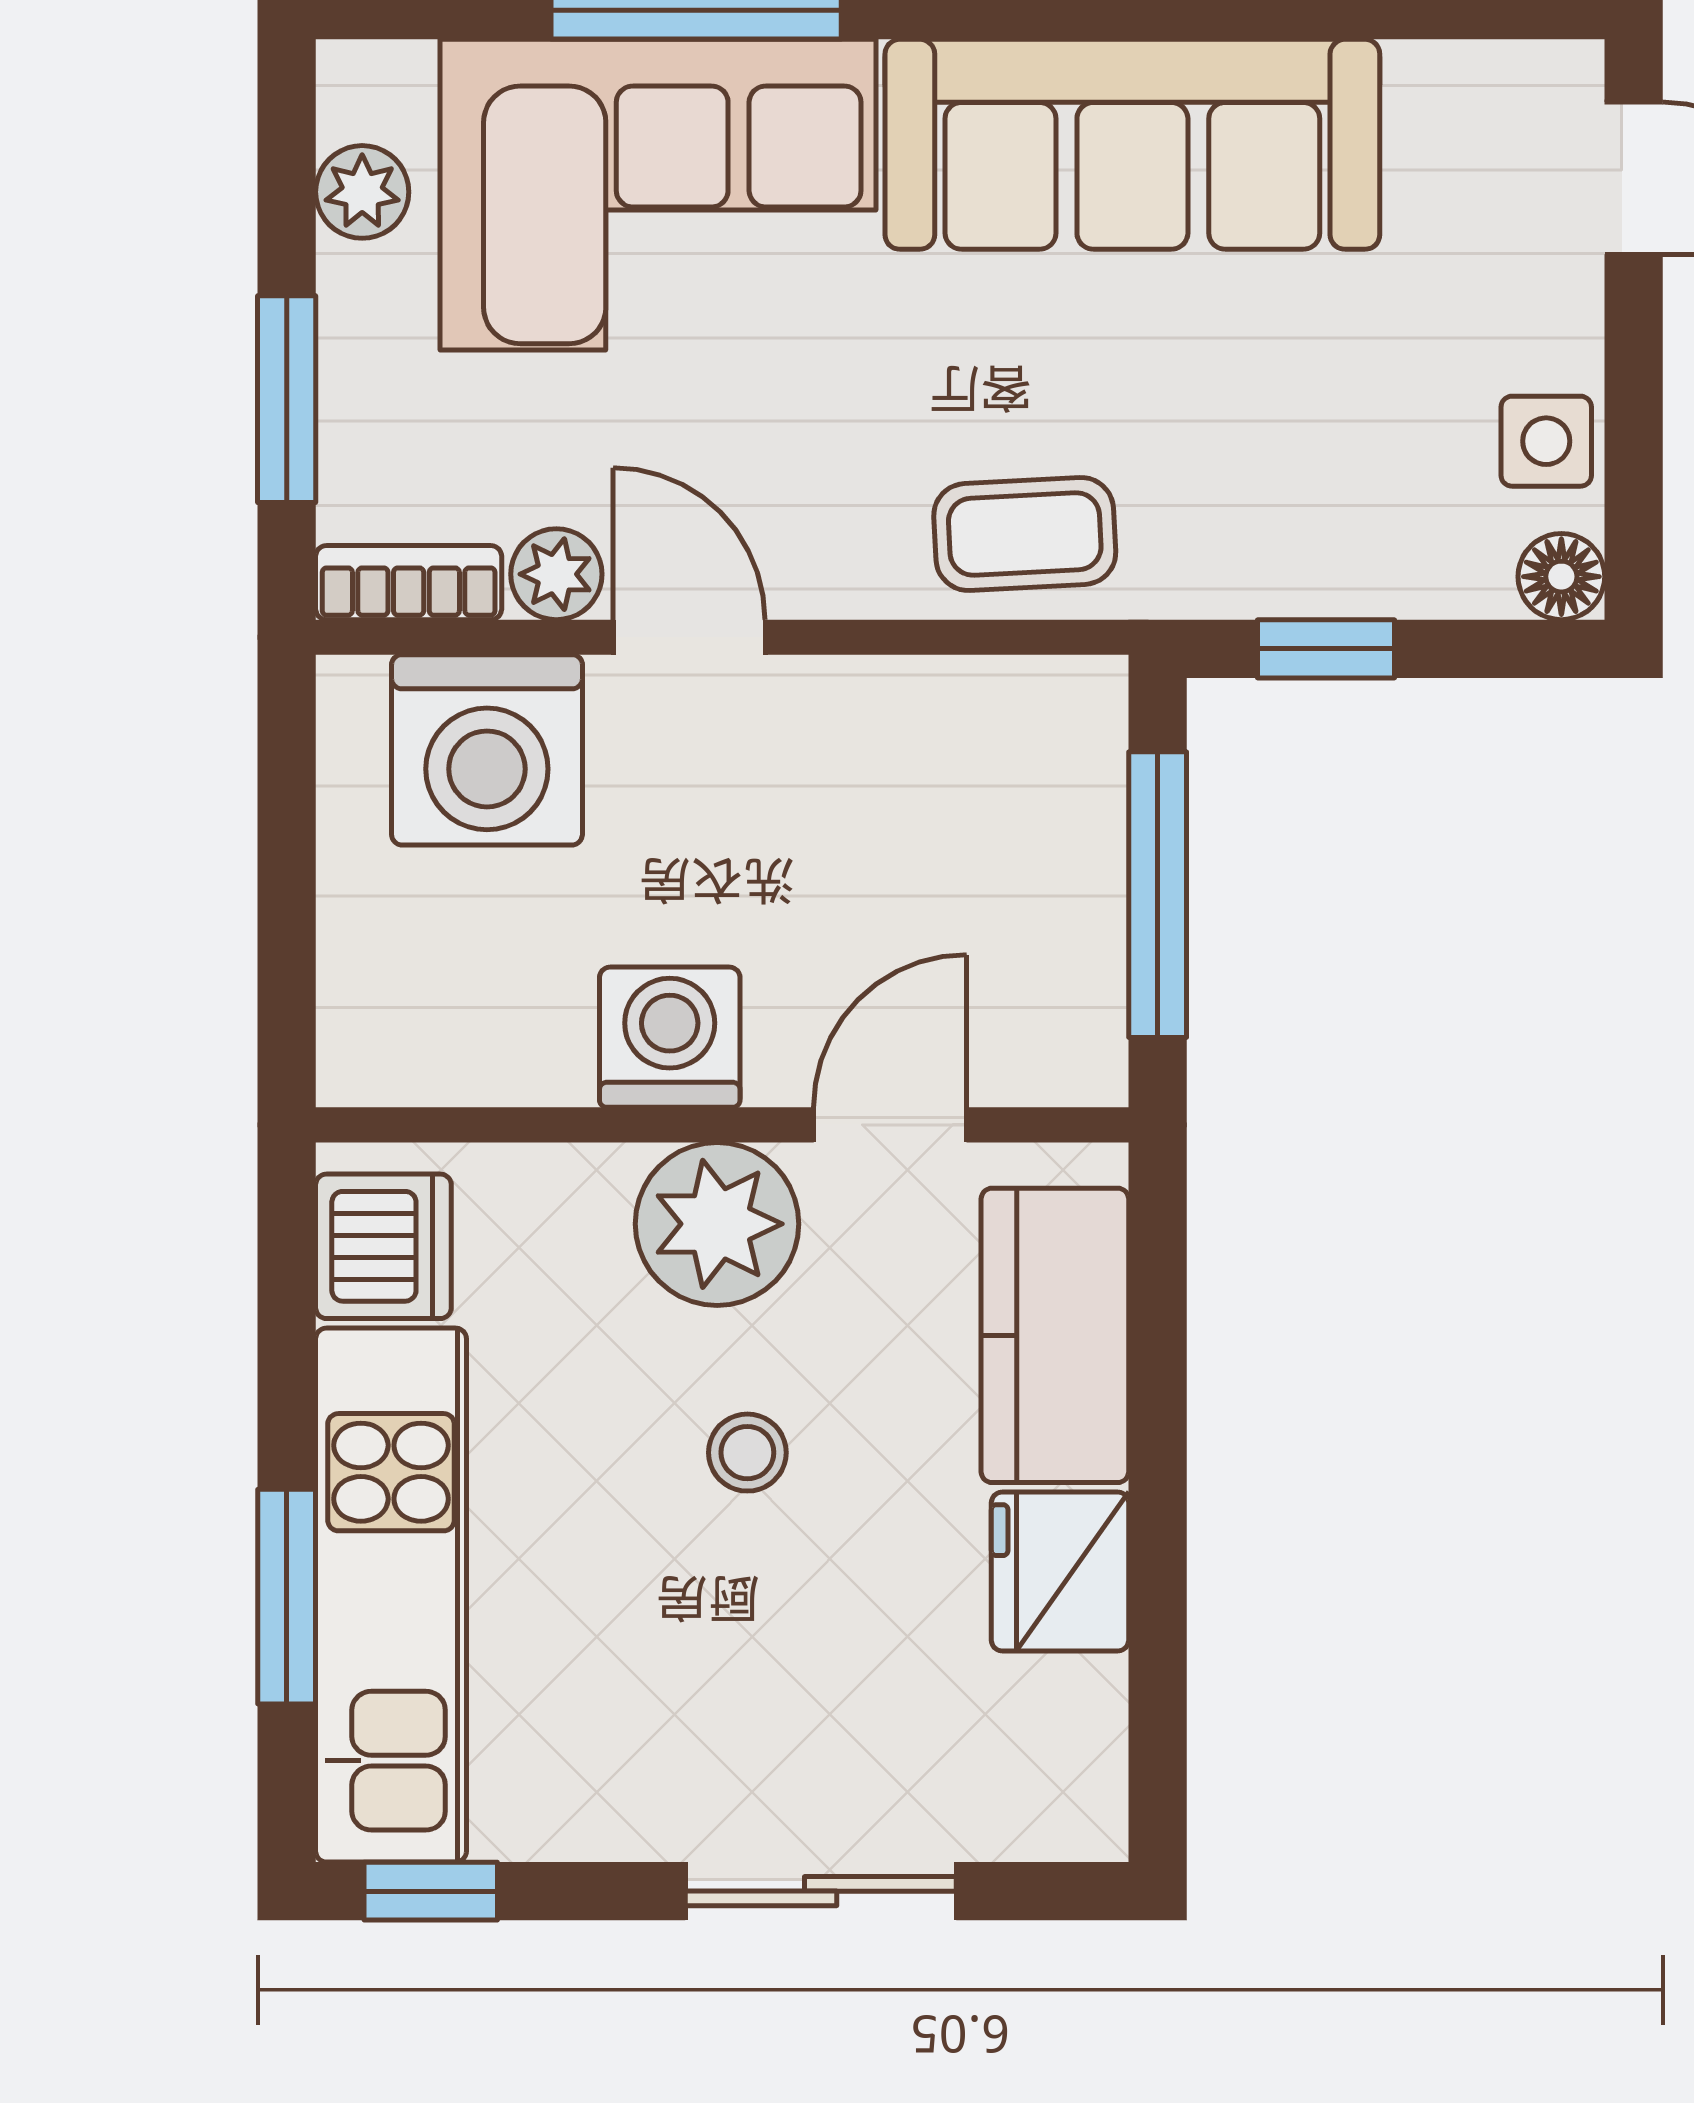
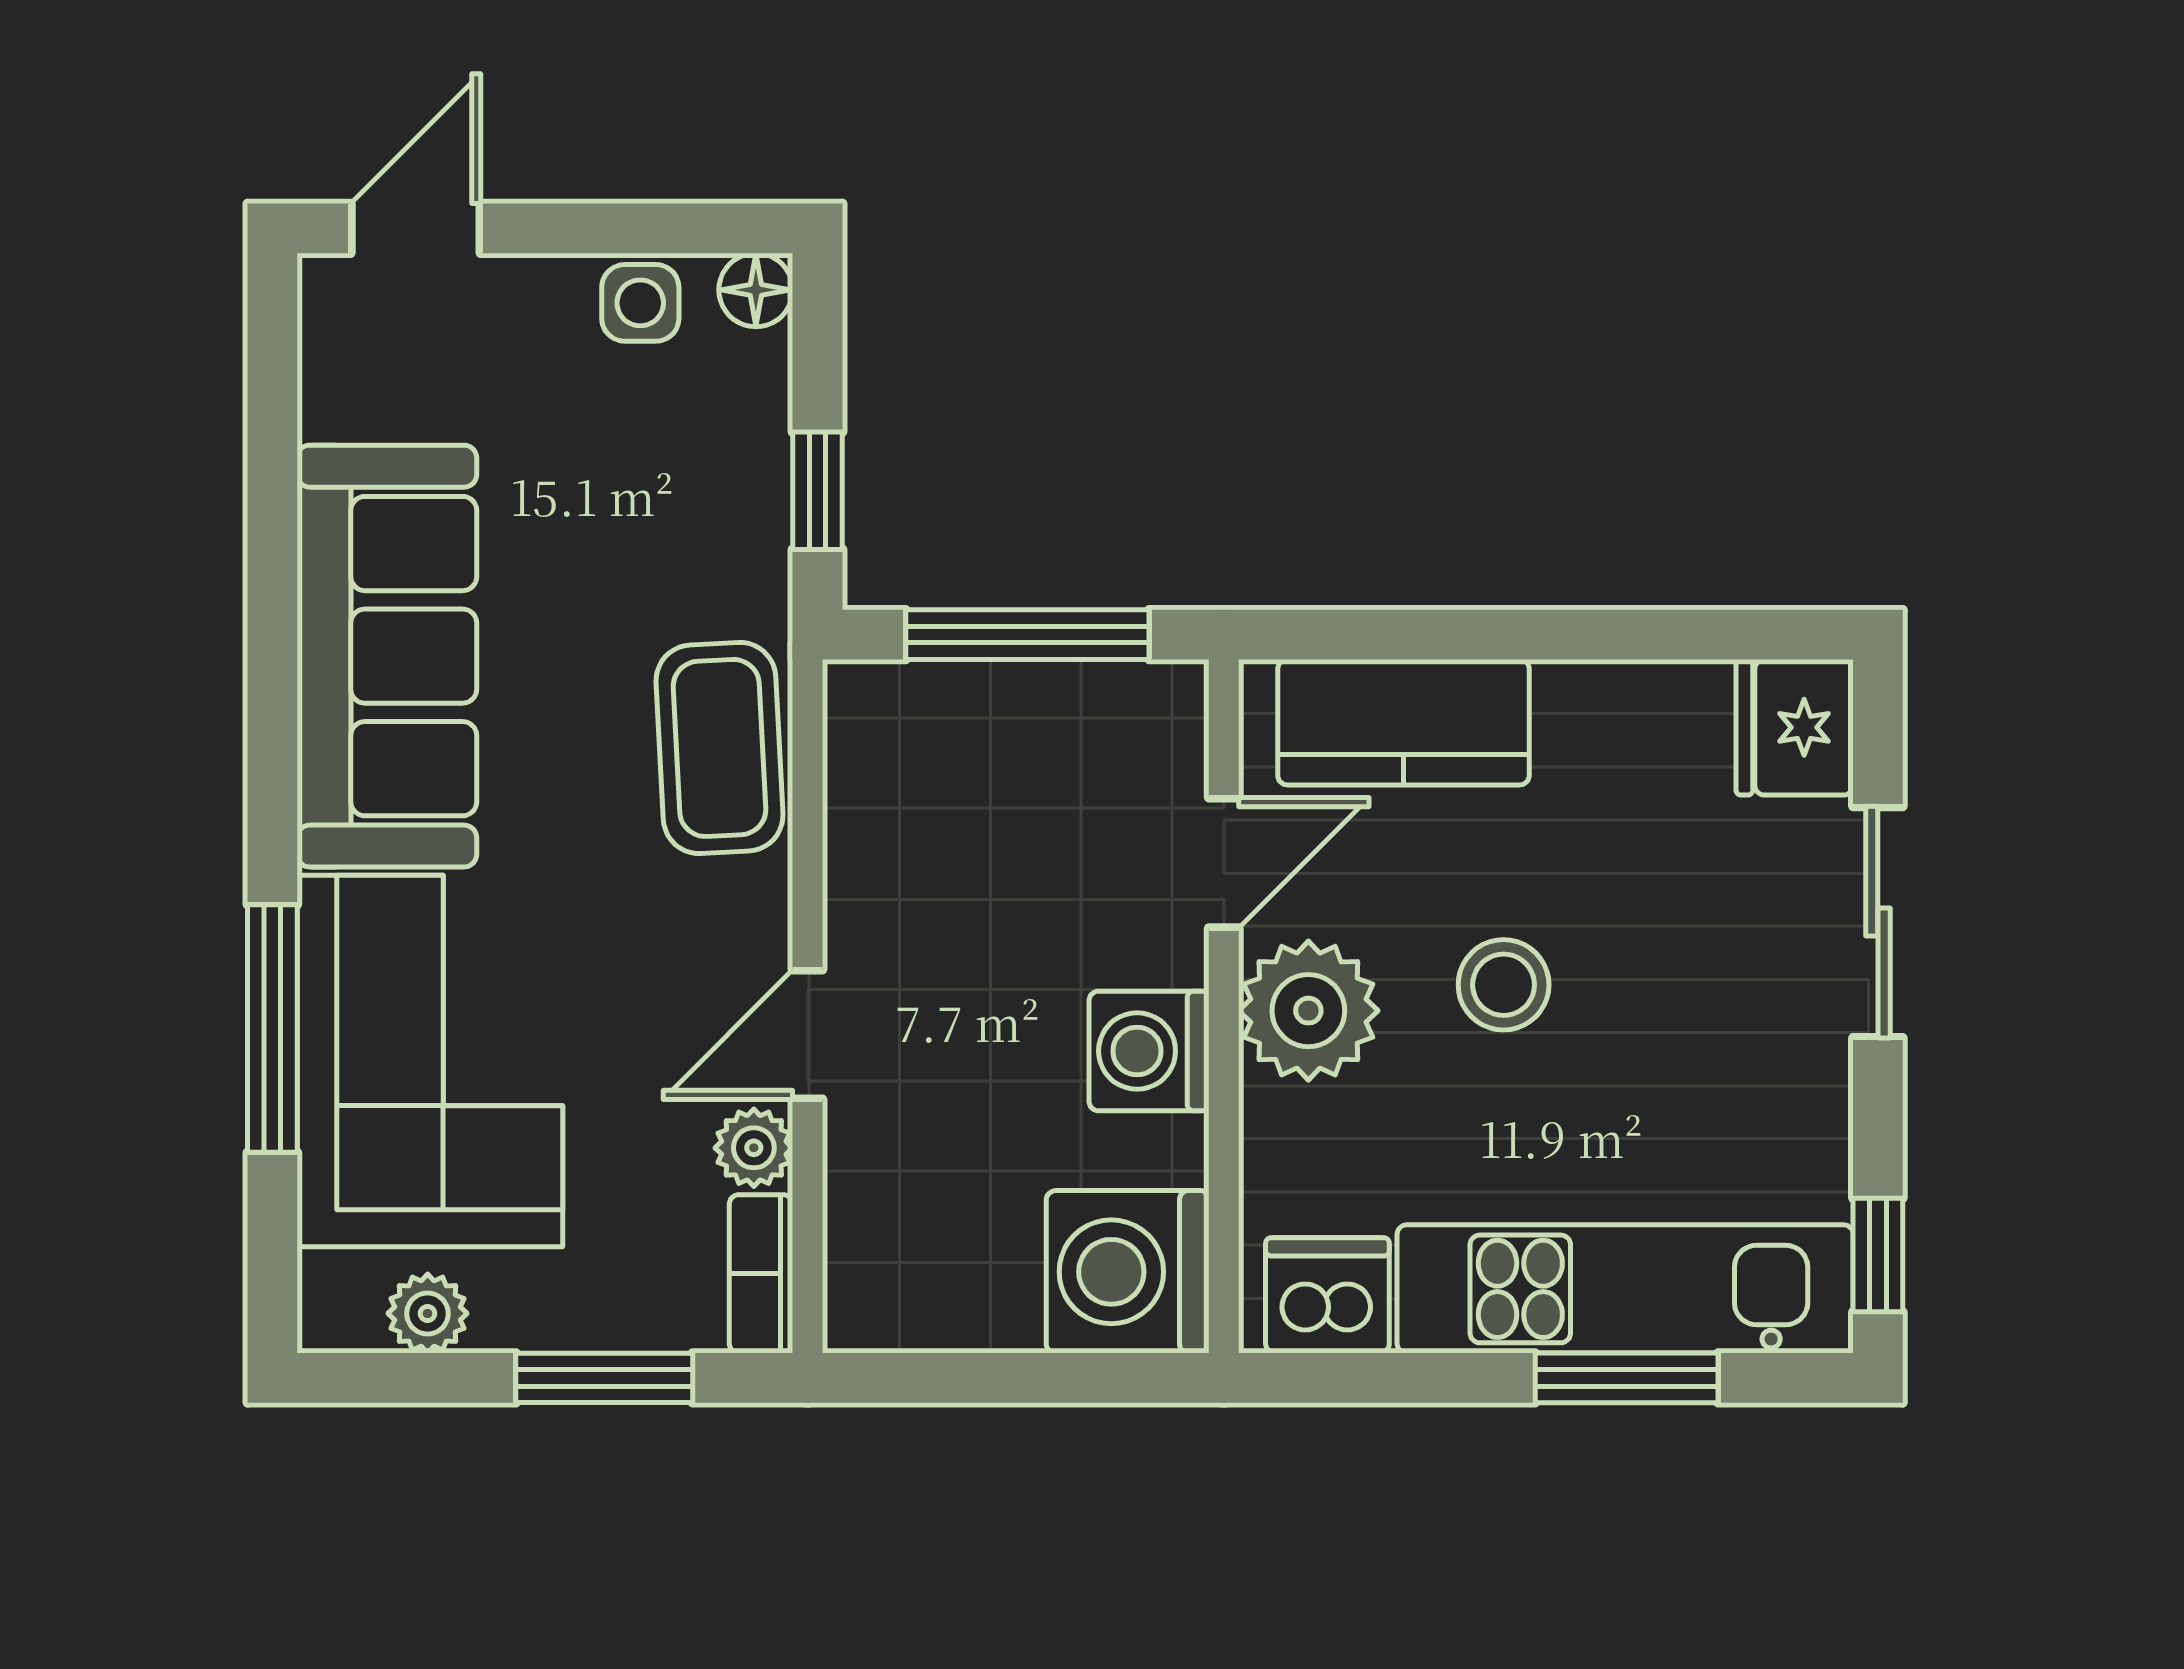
coffee table: (1025, 534) -> (720, 748), width x1.36, depth x1.30
washing machine: (487, 750) -> (1128, 1272), moved, turned 180
door: (890, 1125) -> (1224, 863), swing flipped
stool: (747, 1453) -> (1504, 985), width x1.37, depth x1.37
fridge: (1060, 1571) -> (1795, 727), moved, turned 90

